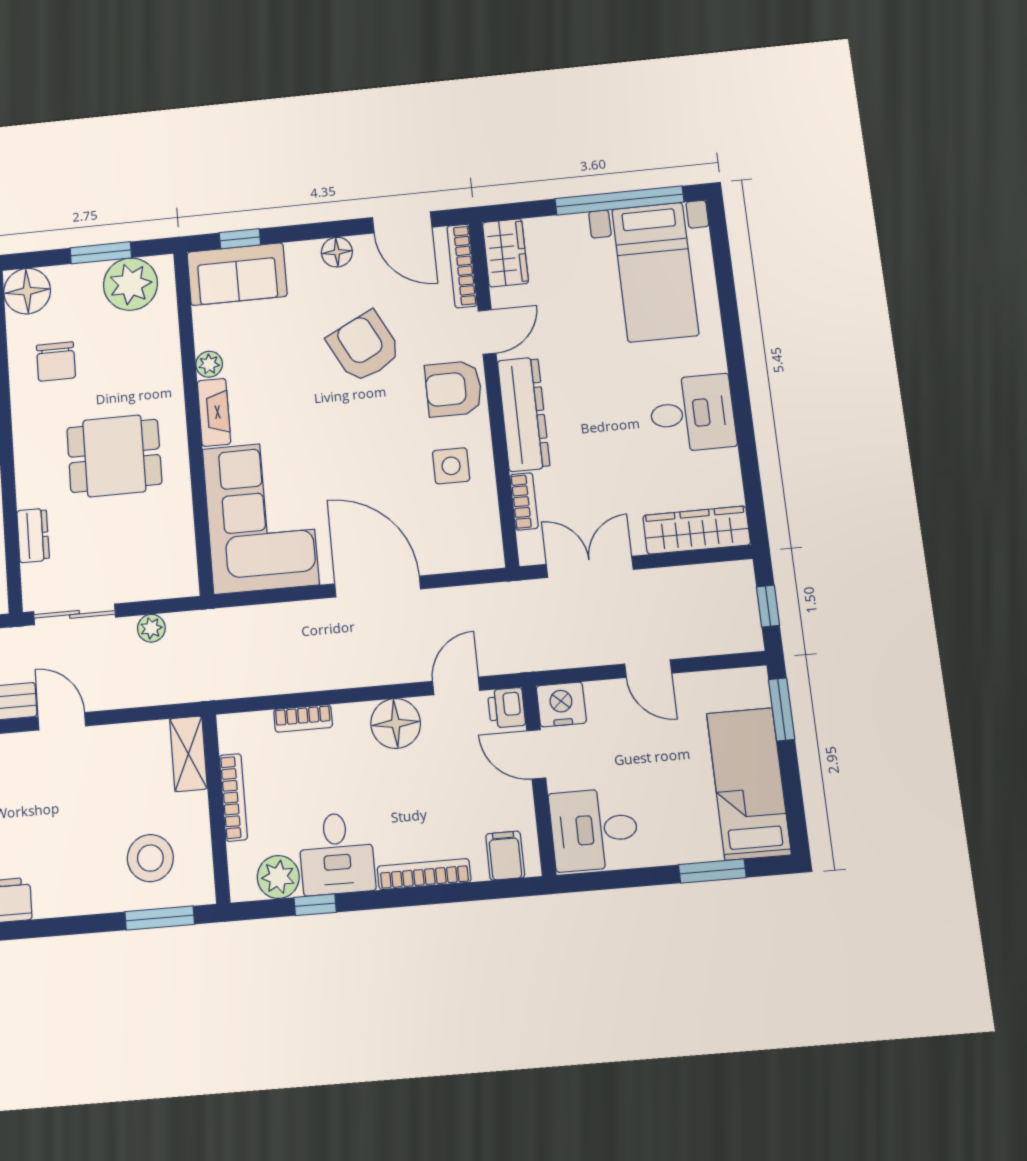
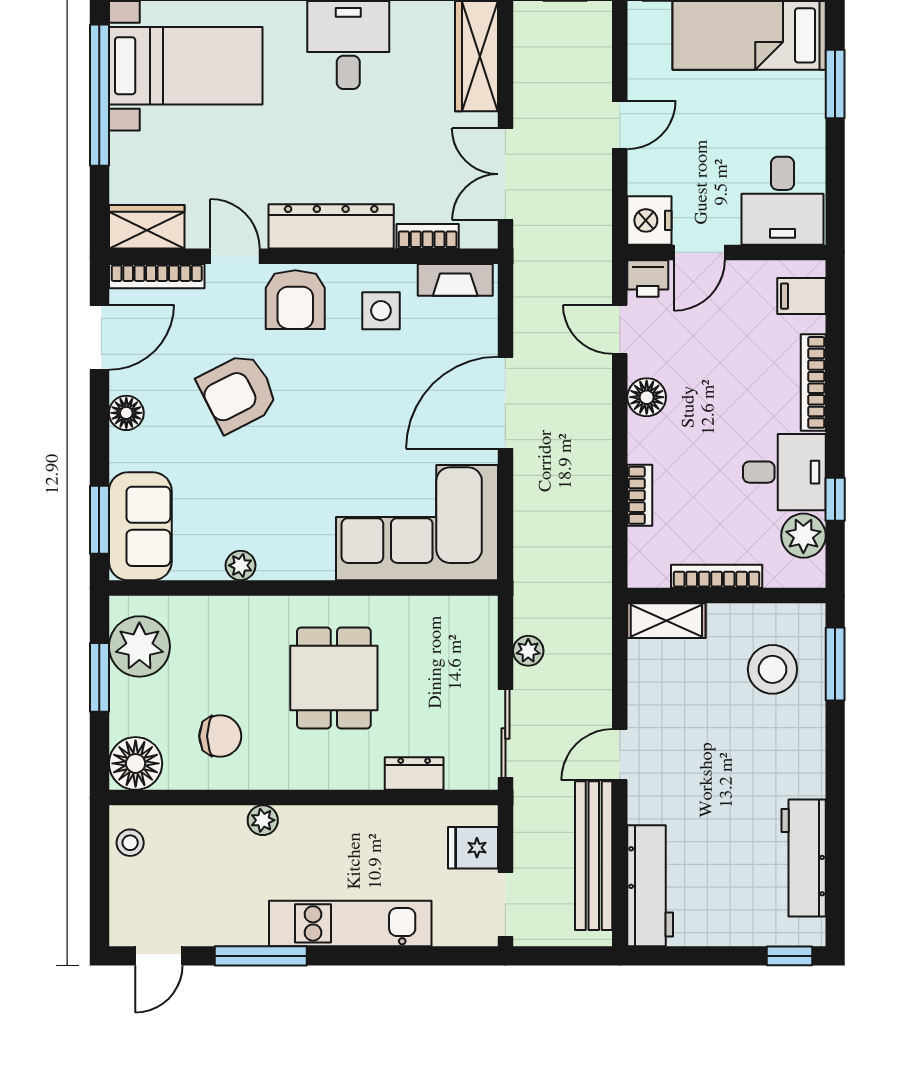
window: (240, 239) -> (99, 520), width x1.50
fireplace: (214, 412) -> (455, 280), moved, turned 180
floor lamp: (396, 723) -> (647, 397), width x0.73, depth x0.73

